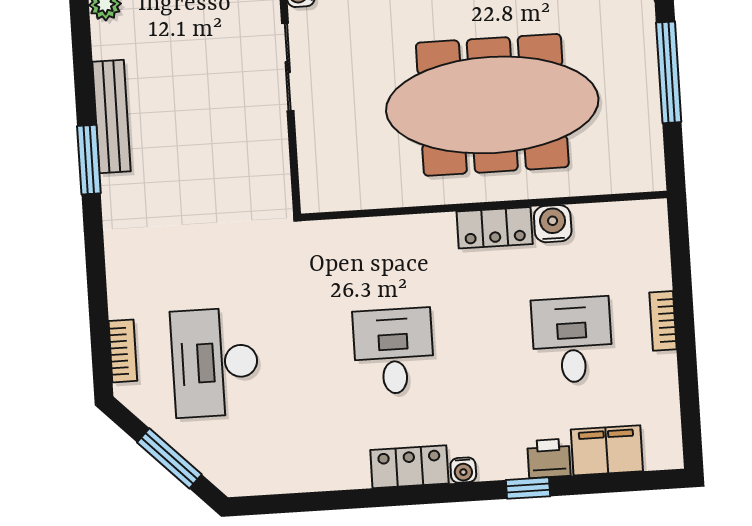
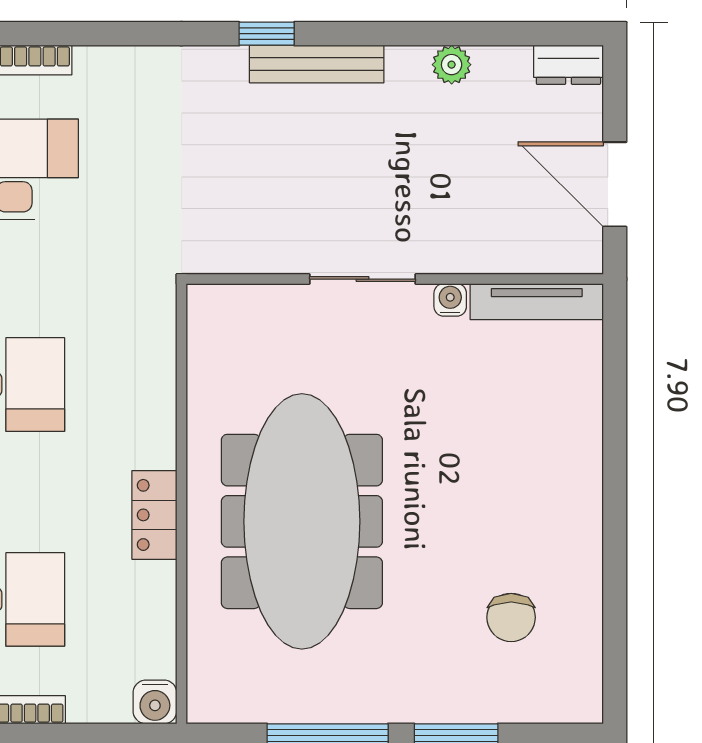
window: (89, 160) -> (267, 34), width x0.67
water cooler: (553, 224) -> (155, 702), moved, turned 90

